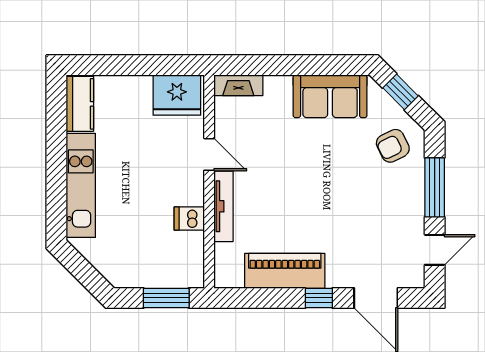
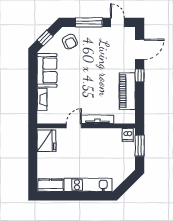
fireplace: (238, 85) -> (42, 99), moved
dishwasher: (189, 219) -> (128, 135), moved

